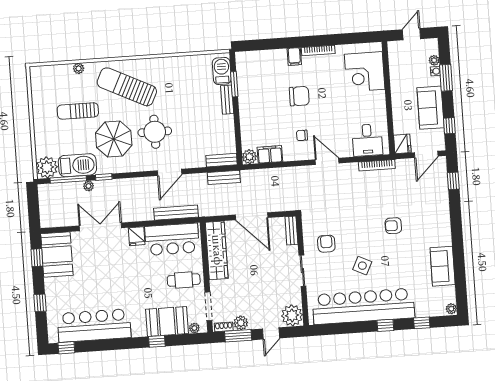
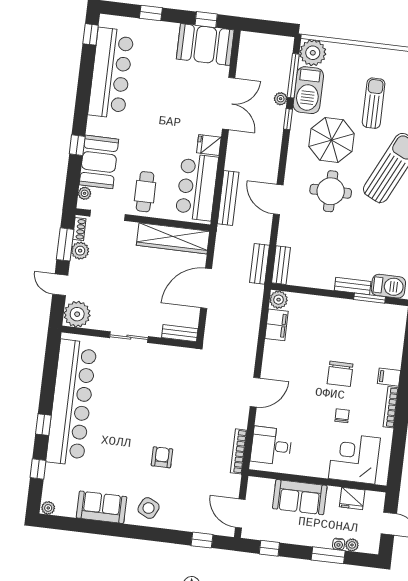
sofa: (431, 108) -> (300, 497), moved, turned 180
chair: (302, 135) -> (342, 416), moved
fridge: (402, 144) -> (352, 498), moved
armchair: (326, 244) -> (156, 372), removed
side table: (362, 266) -> (149, 508), moved

